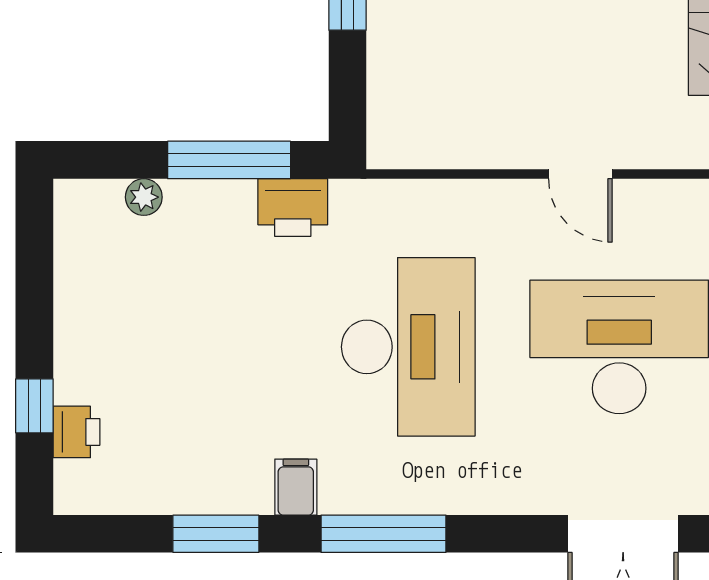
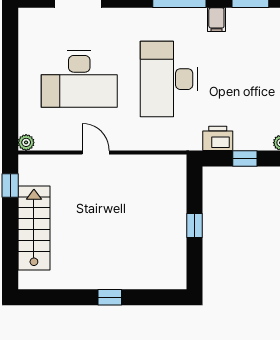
window: (229, 160) -> (245, 158), width x0.46

